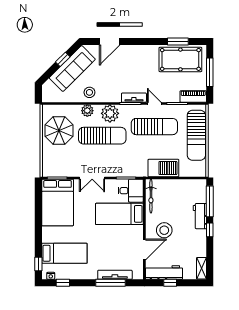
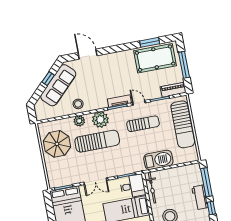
door: (110, 41) -> (88, 54), swing flipped
sun lounger: (154, 127) -> (143, 124), width x0.73, depth x0.75

